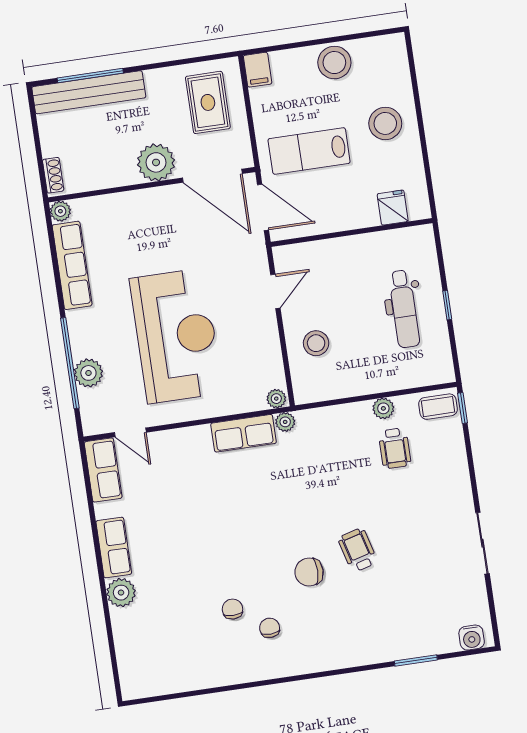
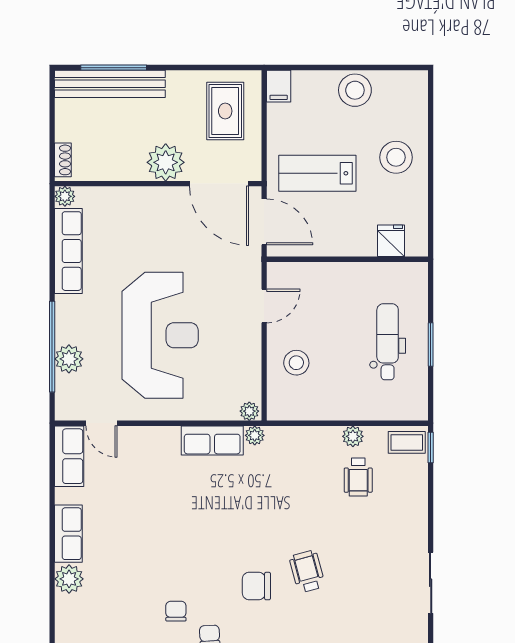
window: (447, 305) -> (431, 344), width x1.50
dental chair: (404, 309) -> (388, 342), turned 180

